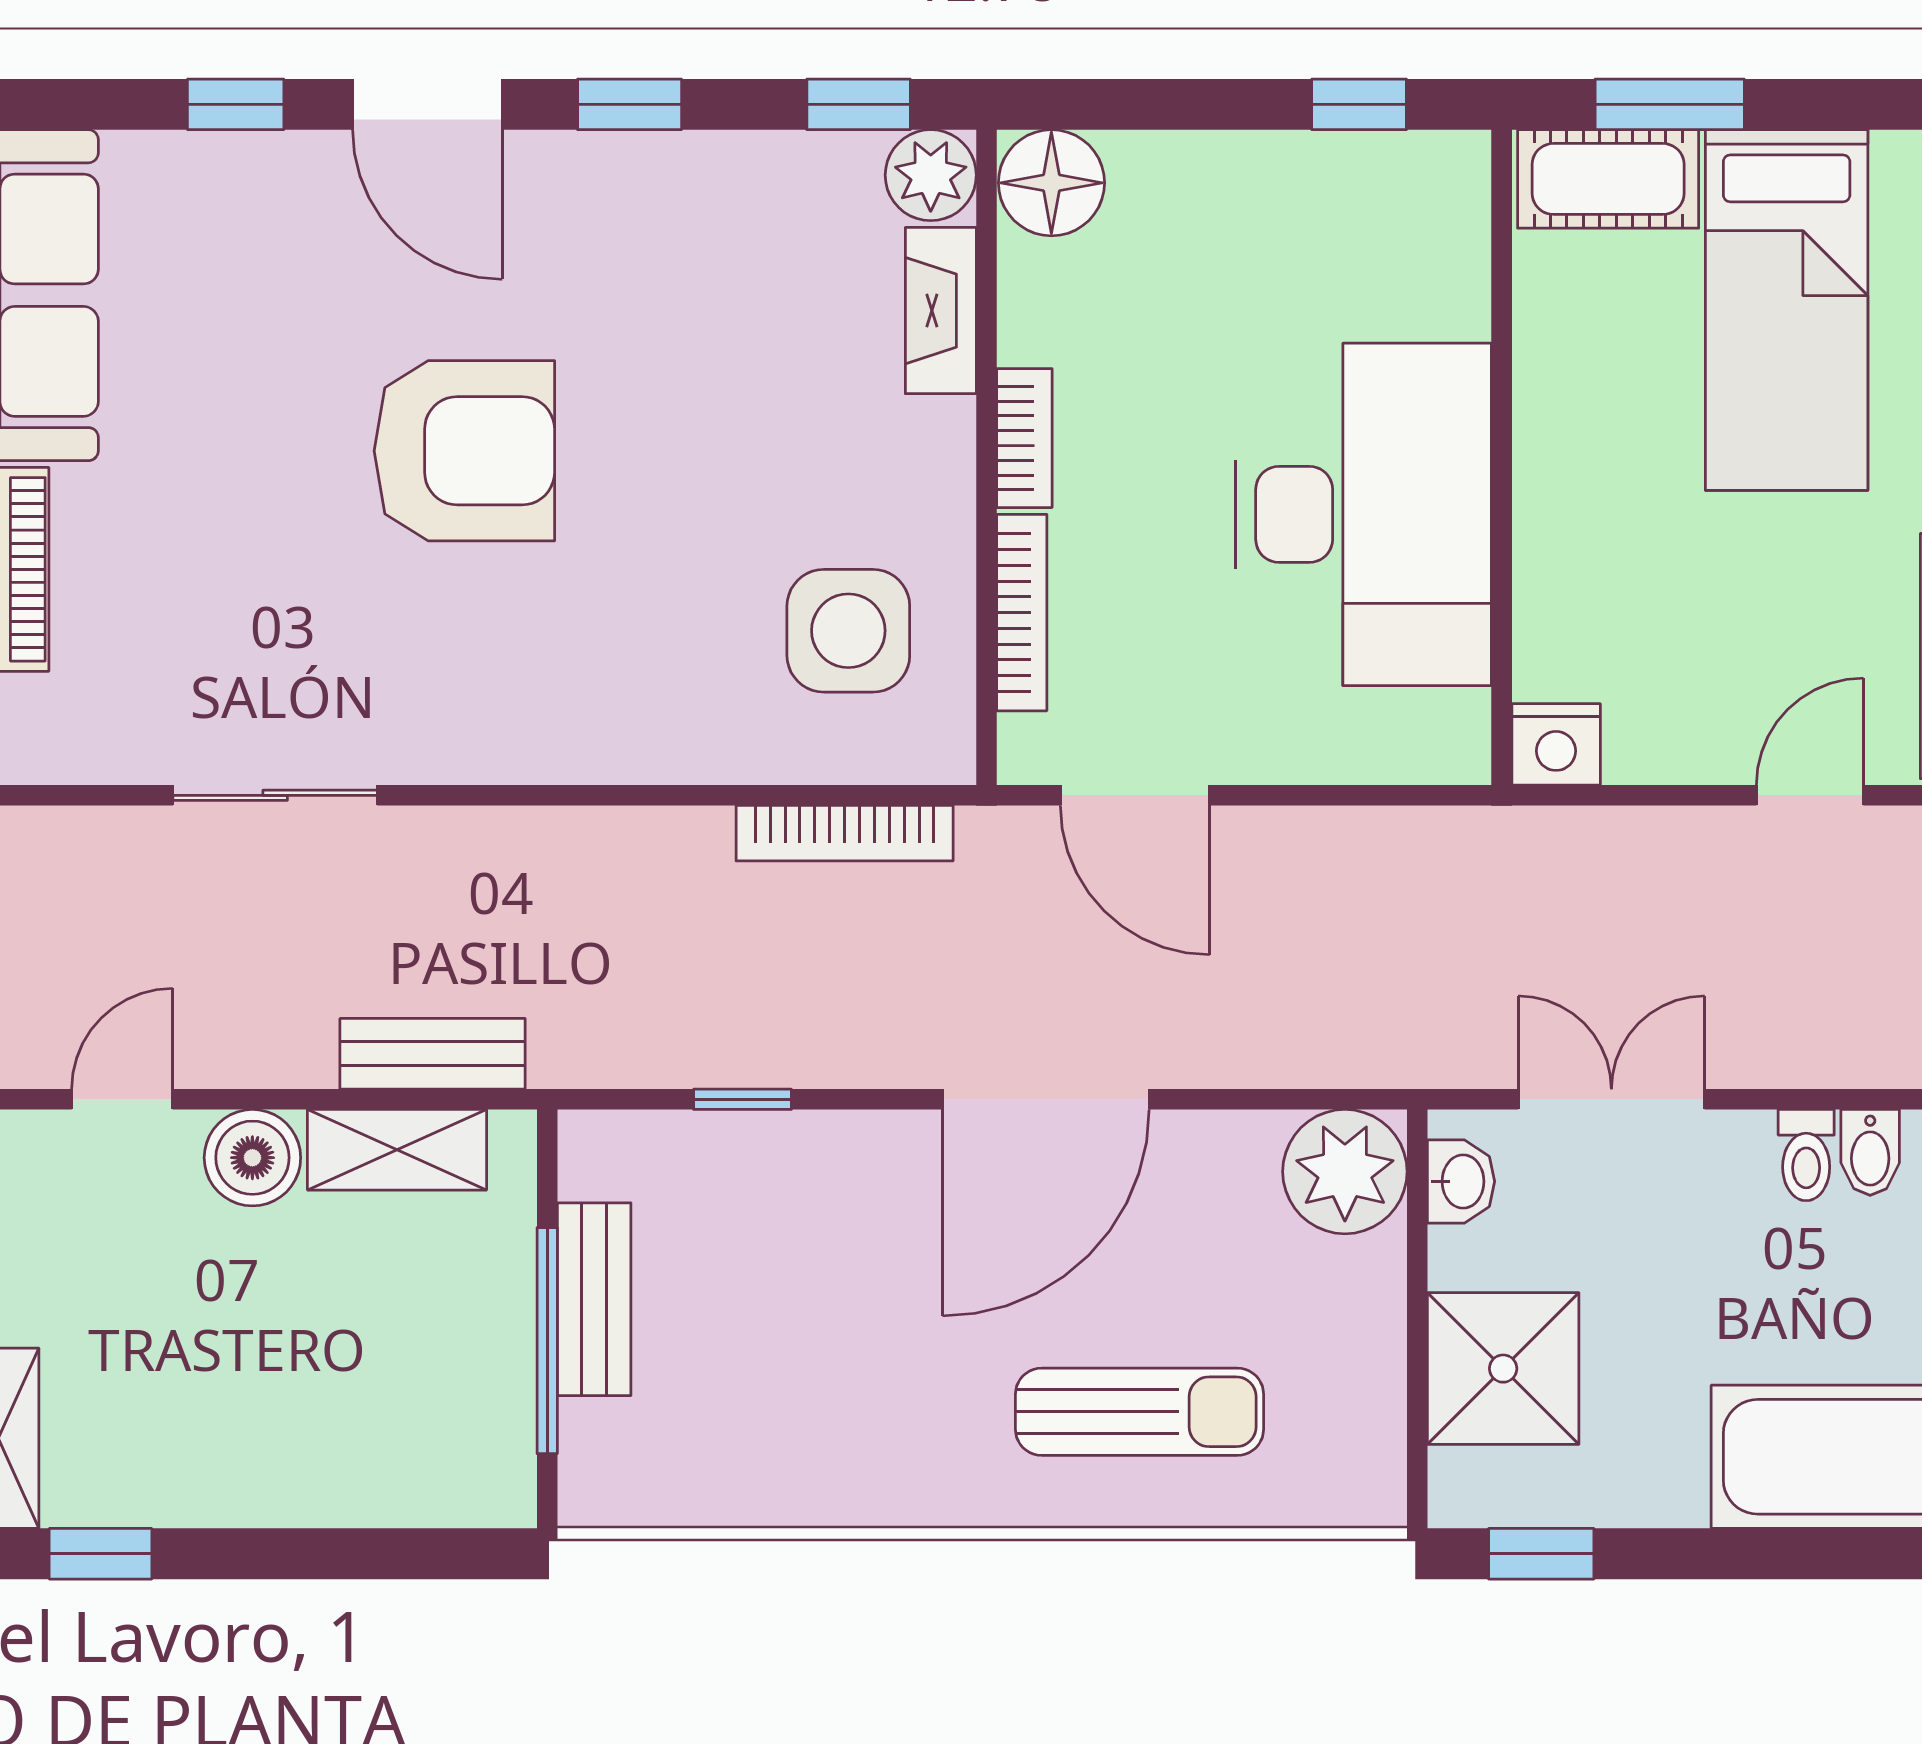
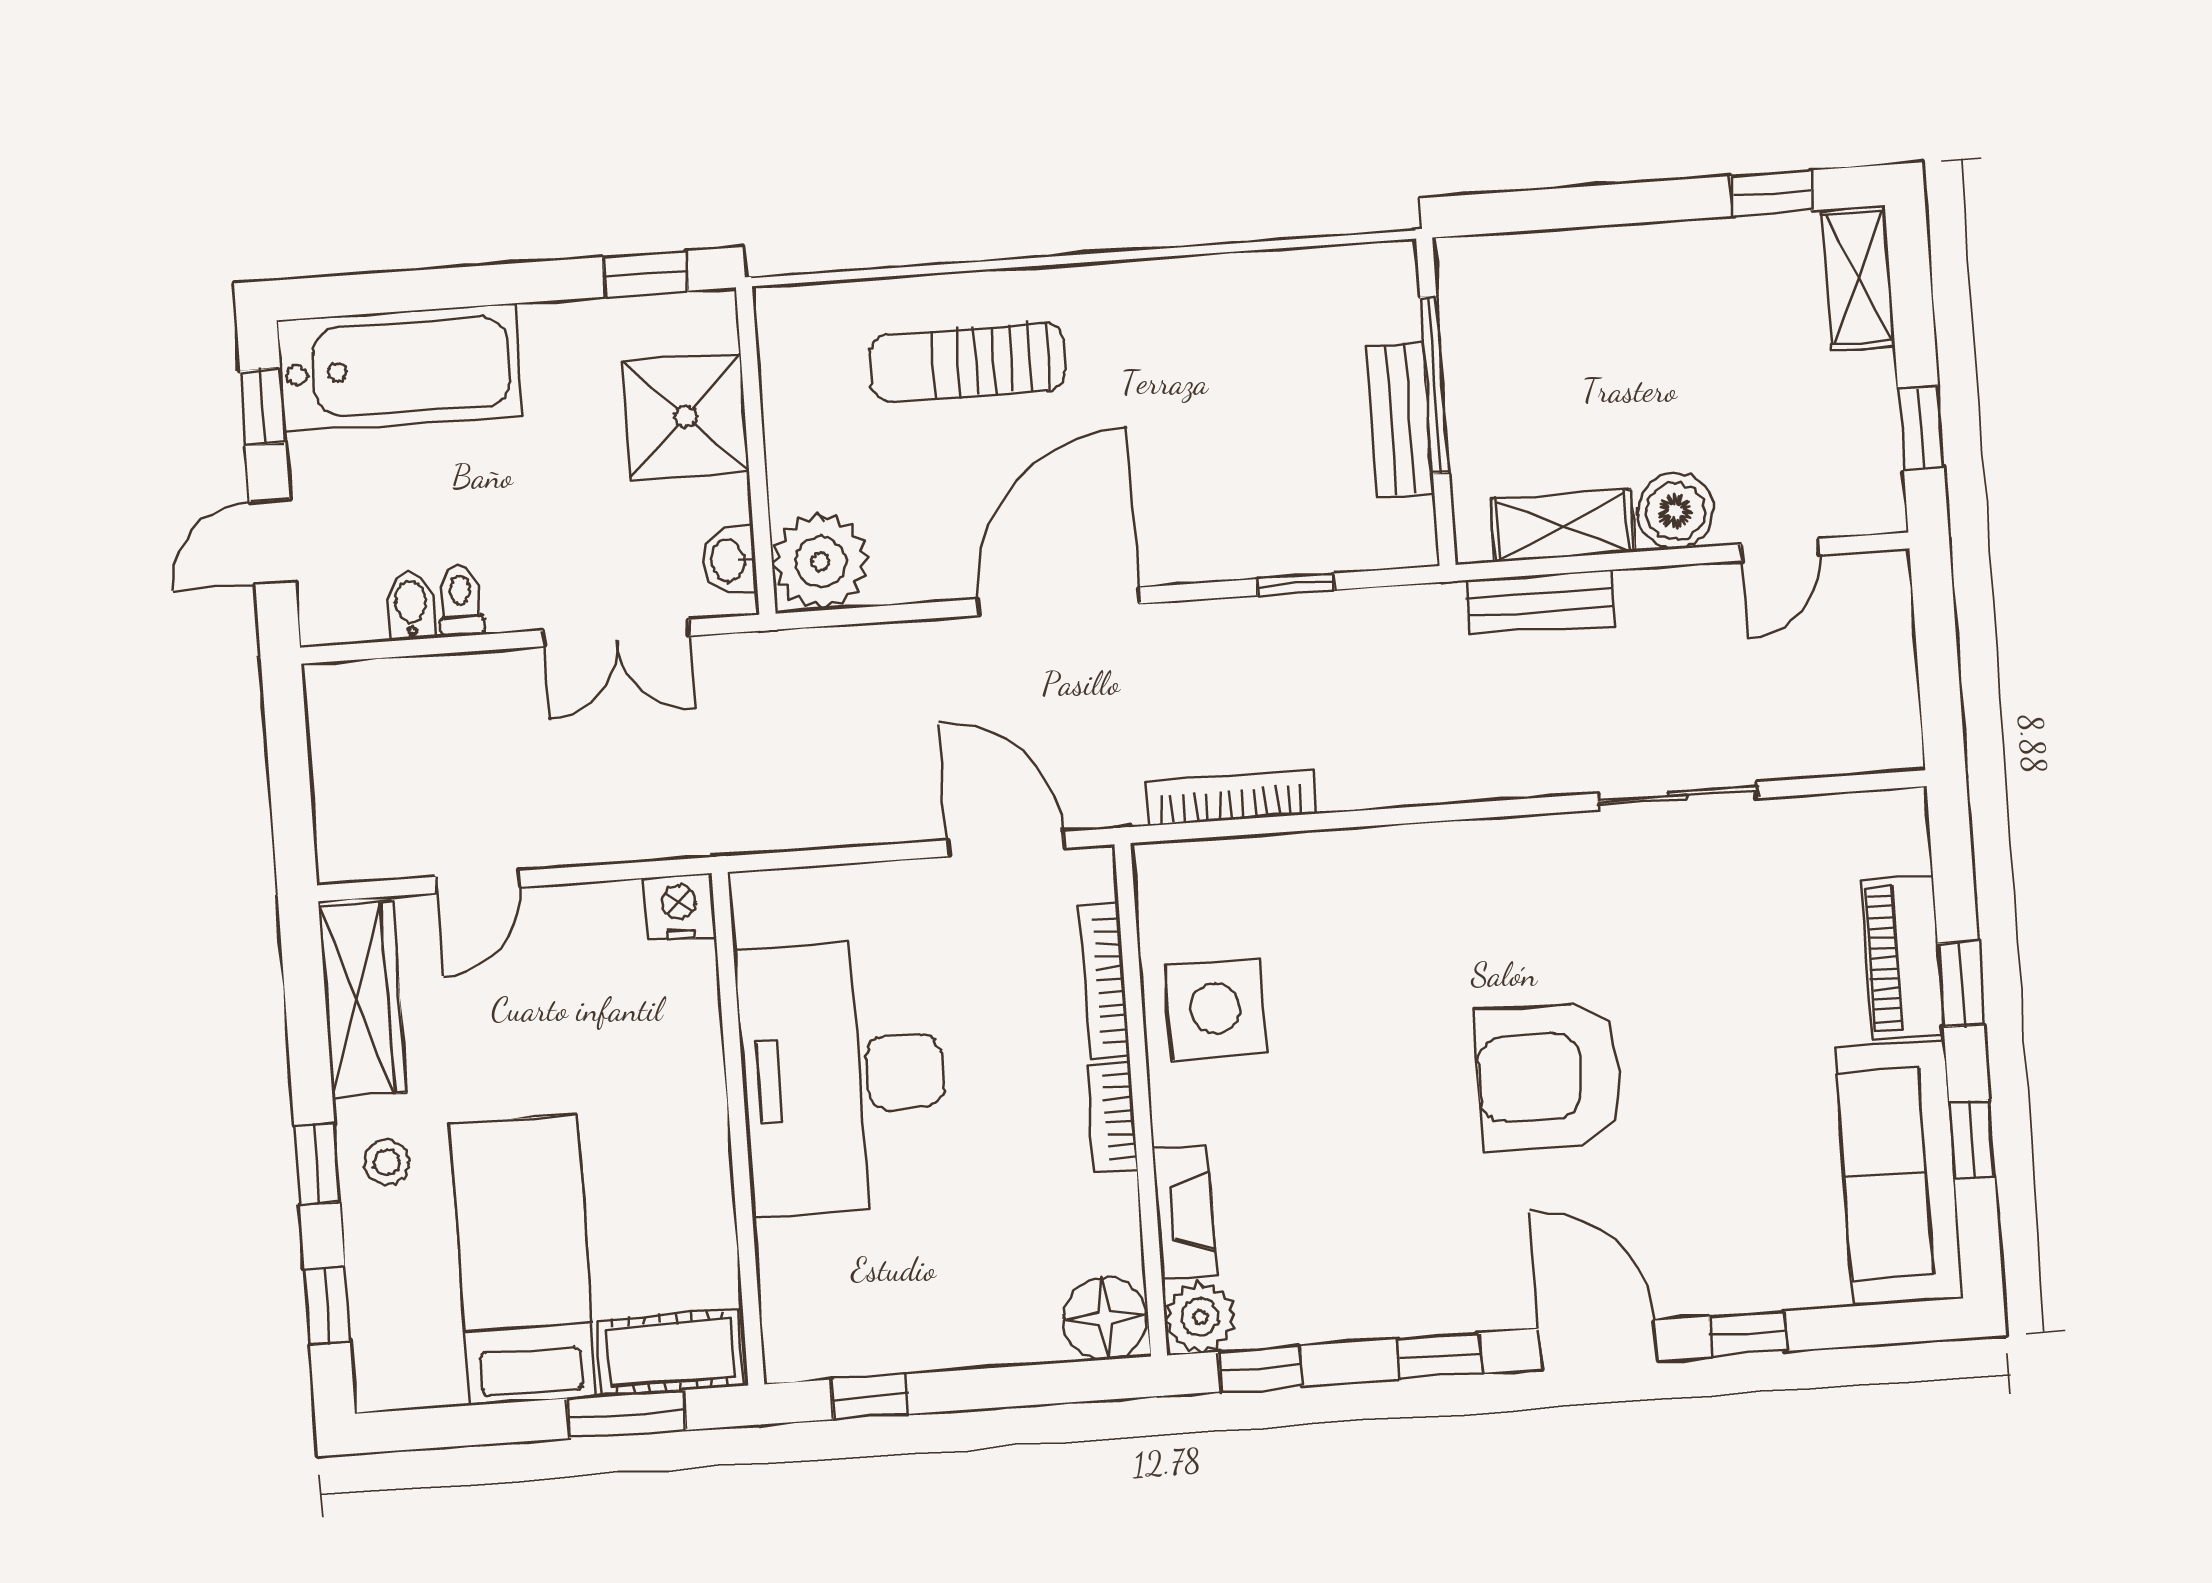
side table: (848, 631) -> (1215, 1009), moved

